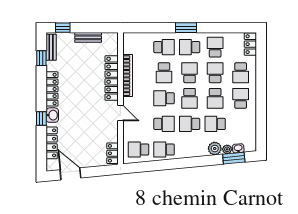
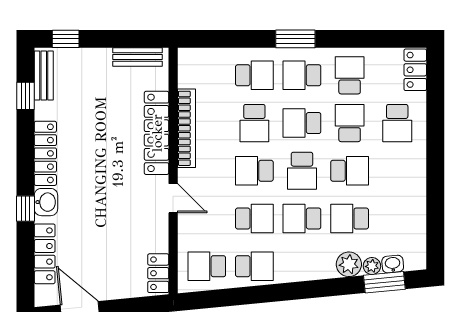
bench: (88, 37) -> (137, 57), moved
school desk: (190, 73) -> (302, 123), turned -90
school desk: (215, 98) -> (350, 171), turned -90
school desk: (241, 98) -> (397, 171), removed
school desk: (164, 150) -> (254, 266), turned 180

